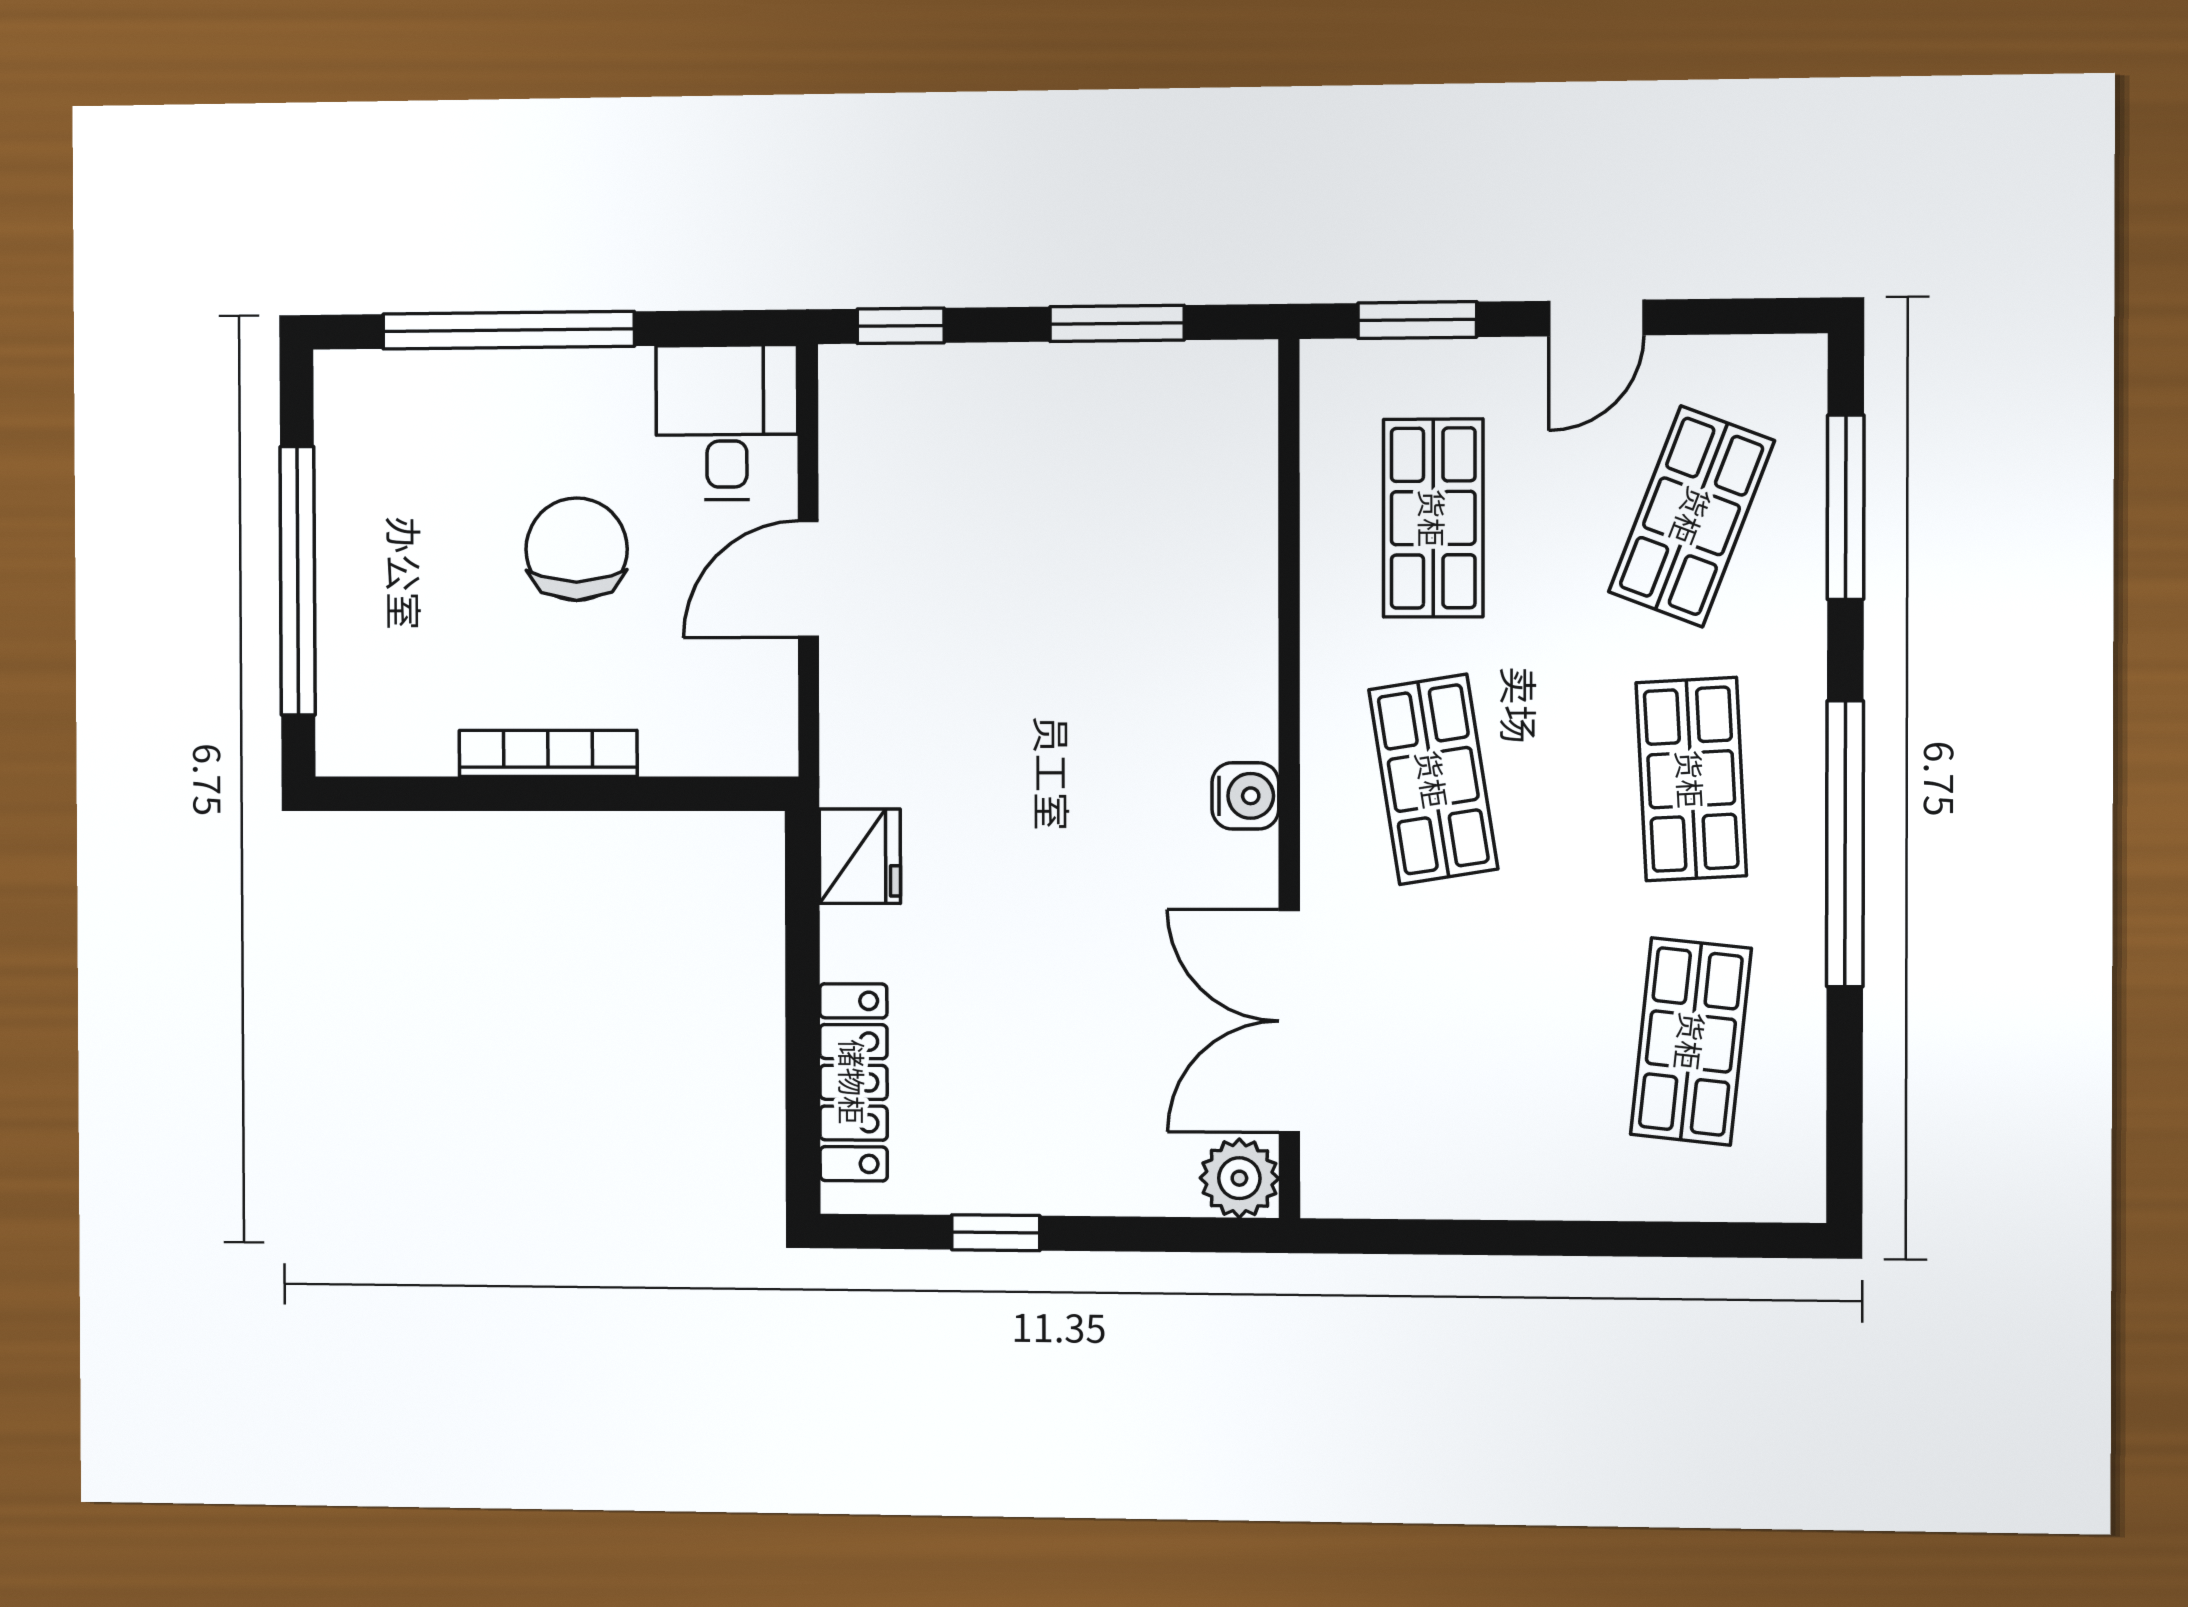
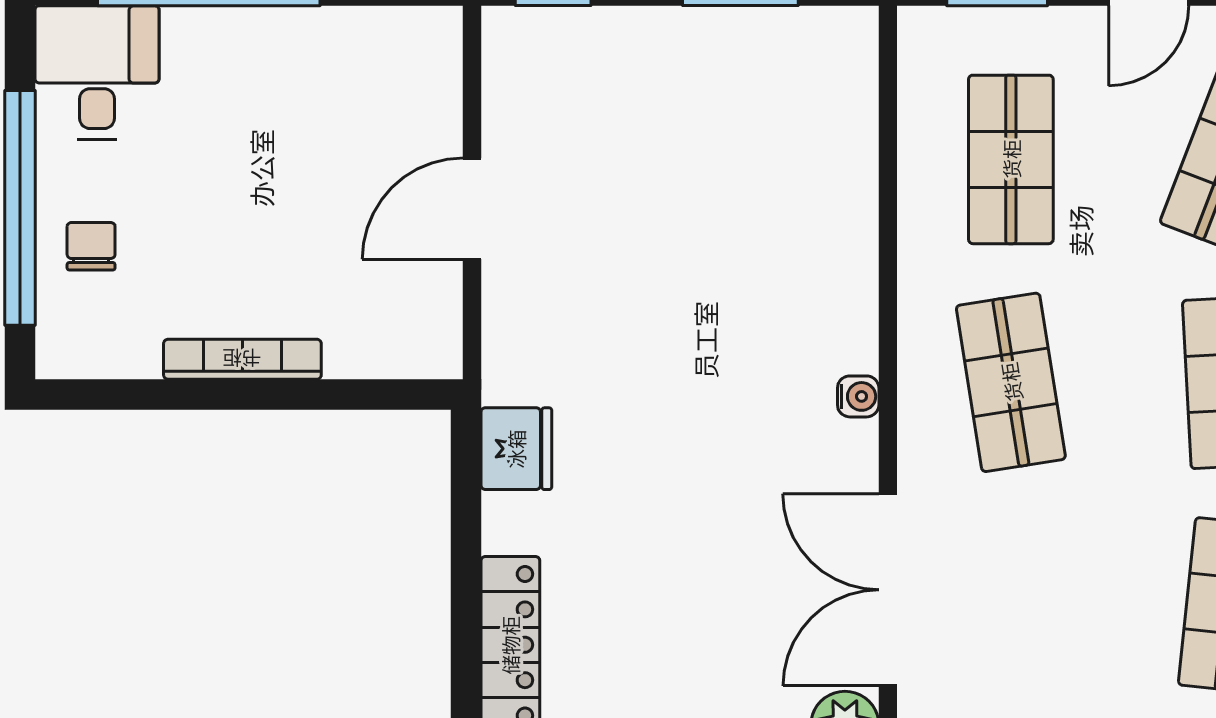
desk: (727, 422) -> (97, 73), moved
chair: (577, 549) -> (91, 246), moved, width x0.54, depth x0.54
water cooler: (1245, 796) -> (858, 396), width x0.72, depth x0.72

